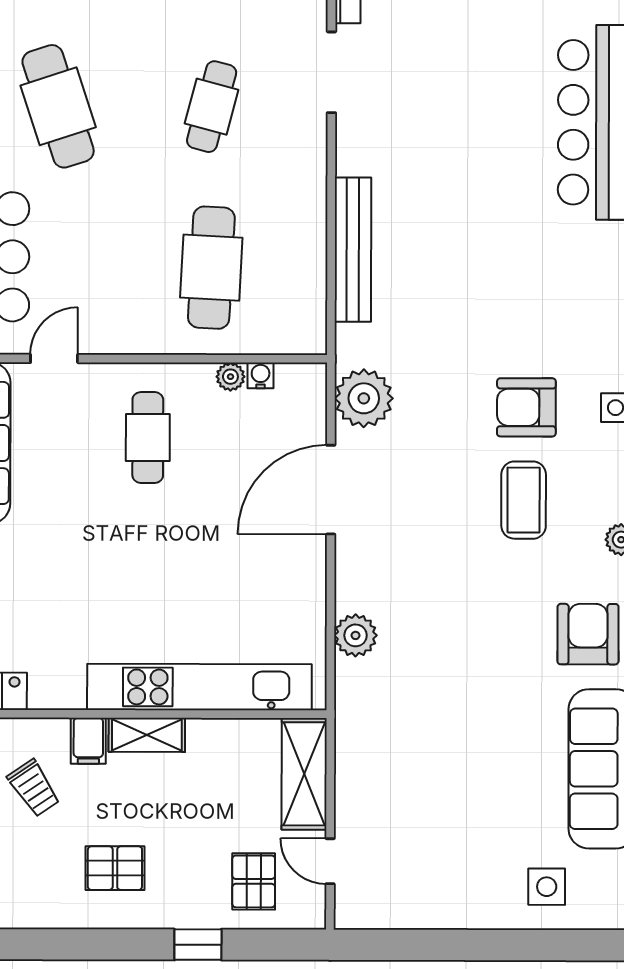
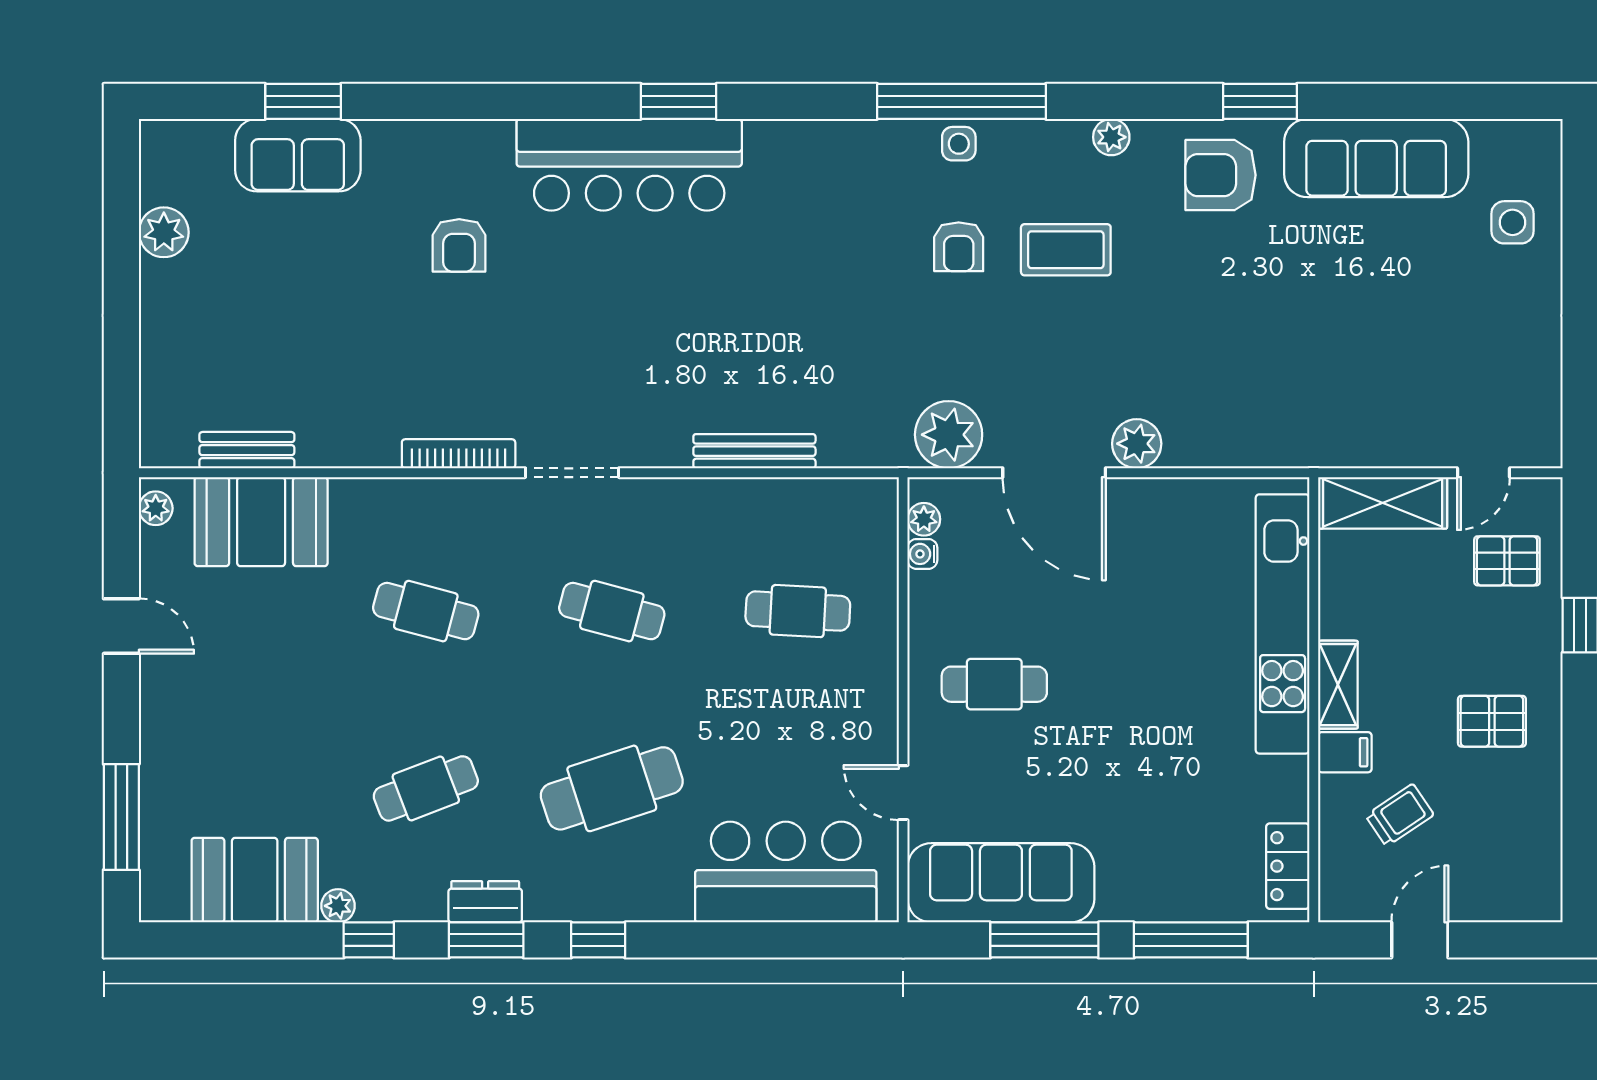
bench: (353, 250) -> (754, 451), width x0.73, depth x0.82
cafe table: (211, 268) -> (798, 611), width x0.73, depth x0.74
plant: (230, 377) -> (924, 519), moved
armchair: (526, 407) -> (959, 247), width x0.72, depth x0.72
plant: (356, 635) -> (1137, 444), moved
pallet: (115, 868) -> (1492, 721), turned 90

